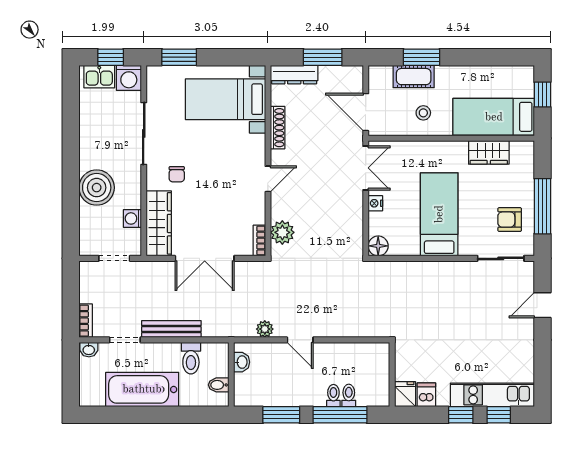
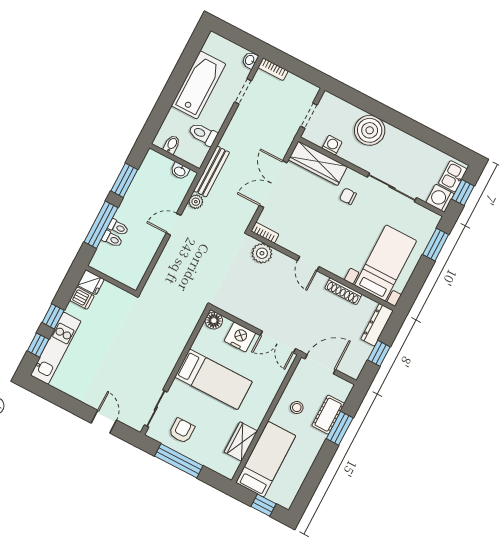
window: (323, 57) -> (379, 353), width x0.67
nightstand: (375, 203) -> (240, 337), width x1.89, depth x1.79
bench: (171, 329) -> (212, 171), moved

